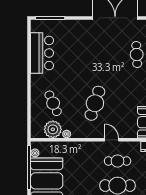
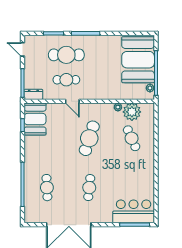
bar counter: (42, 53) -> (134, 211), moved, turned 90
cafe table: (95, 55) -> (89, 188), added

